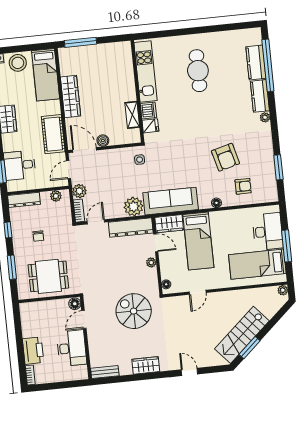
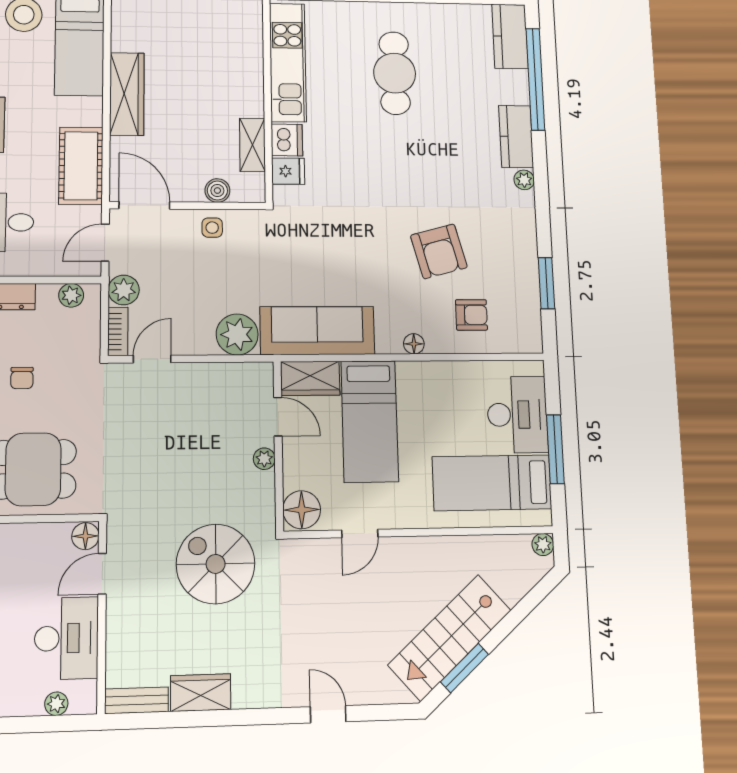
kitchen counter: (256, 63) -> (510, 36), moved
boiler: (103, 141) -> (217, 191), moved
side table: (140, 160) -> (212, 228), moved
dresser: (131, 228) -> (227, 379), removed
floor lamp: (166, 284) -> (302, 510), width x1.89, depth x1.89
wardrobe: (146, 365) -> (201, 693), moved
plant: (70, 376) -> (56, 704), added

